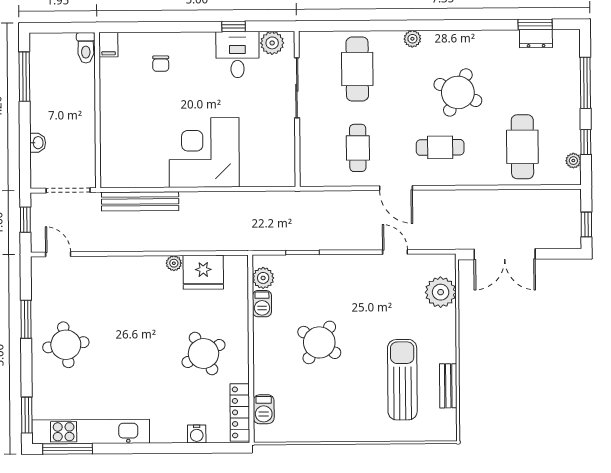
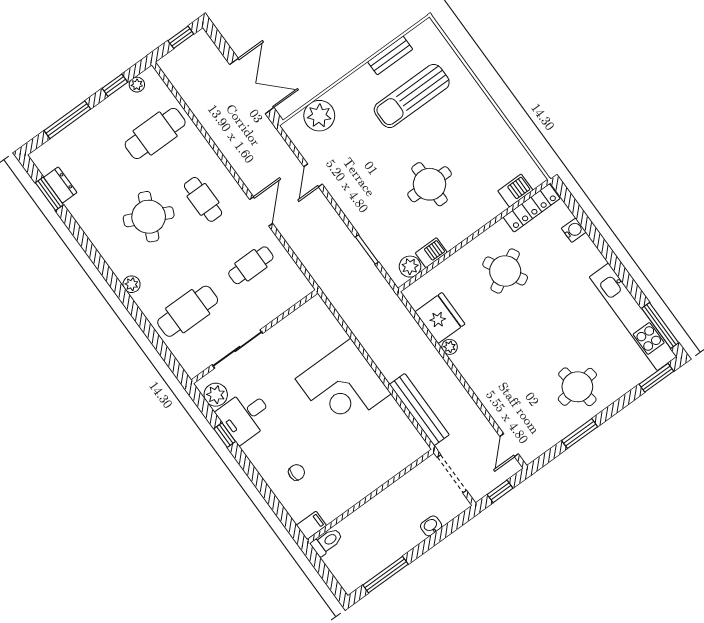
round table: (319, 342) -> (430, 184), turned -34

